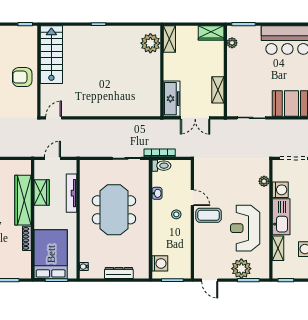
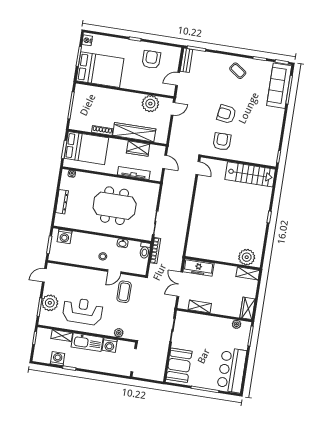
armchair: (22, 77) -> (222, 142), moved
coffee table: (209, 215) -> (124, 292), moved

